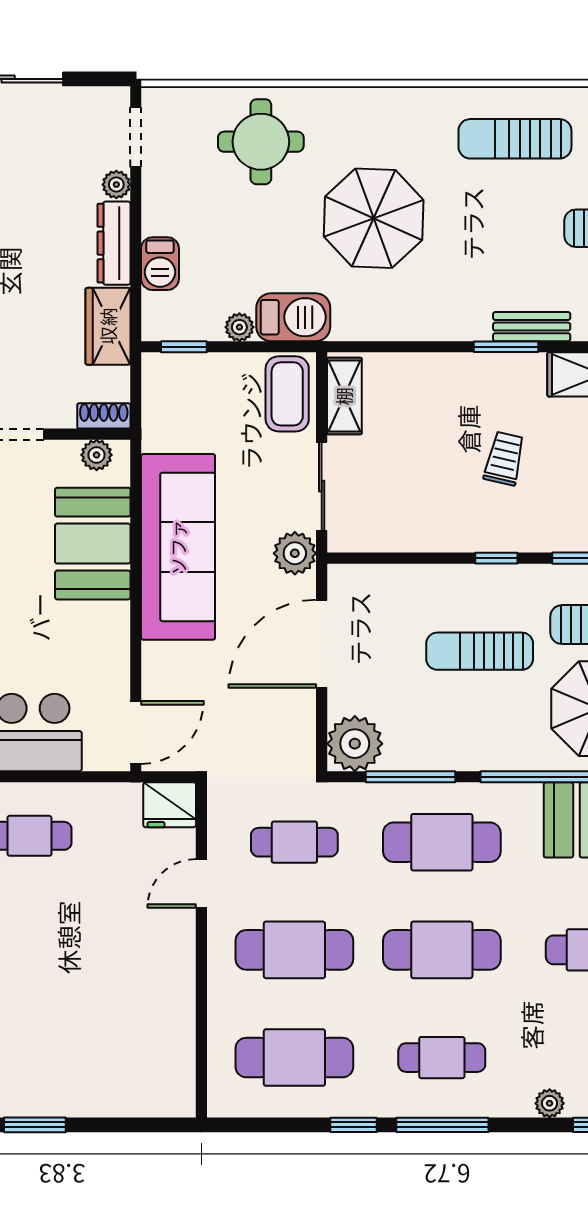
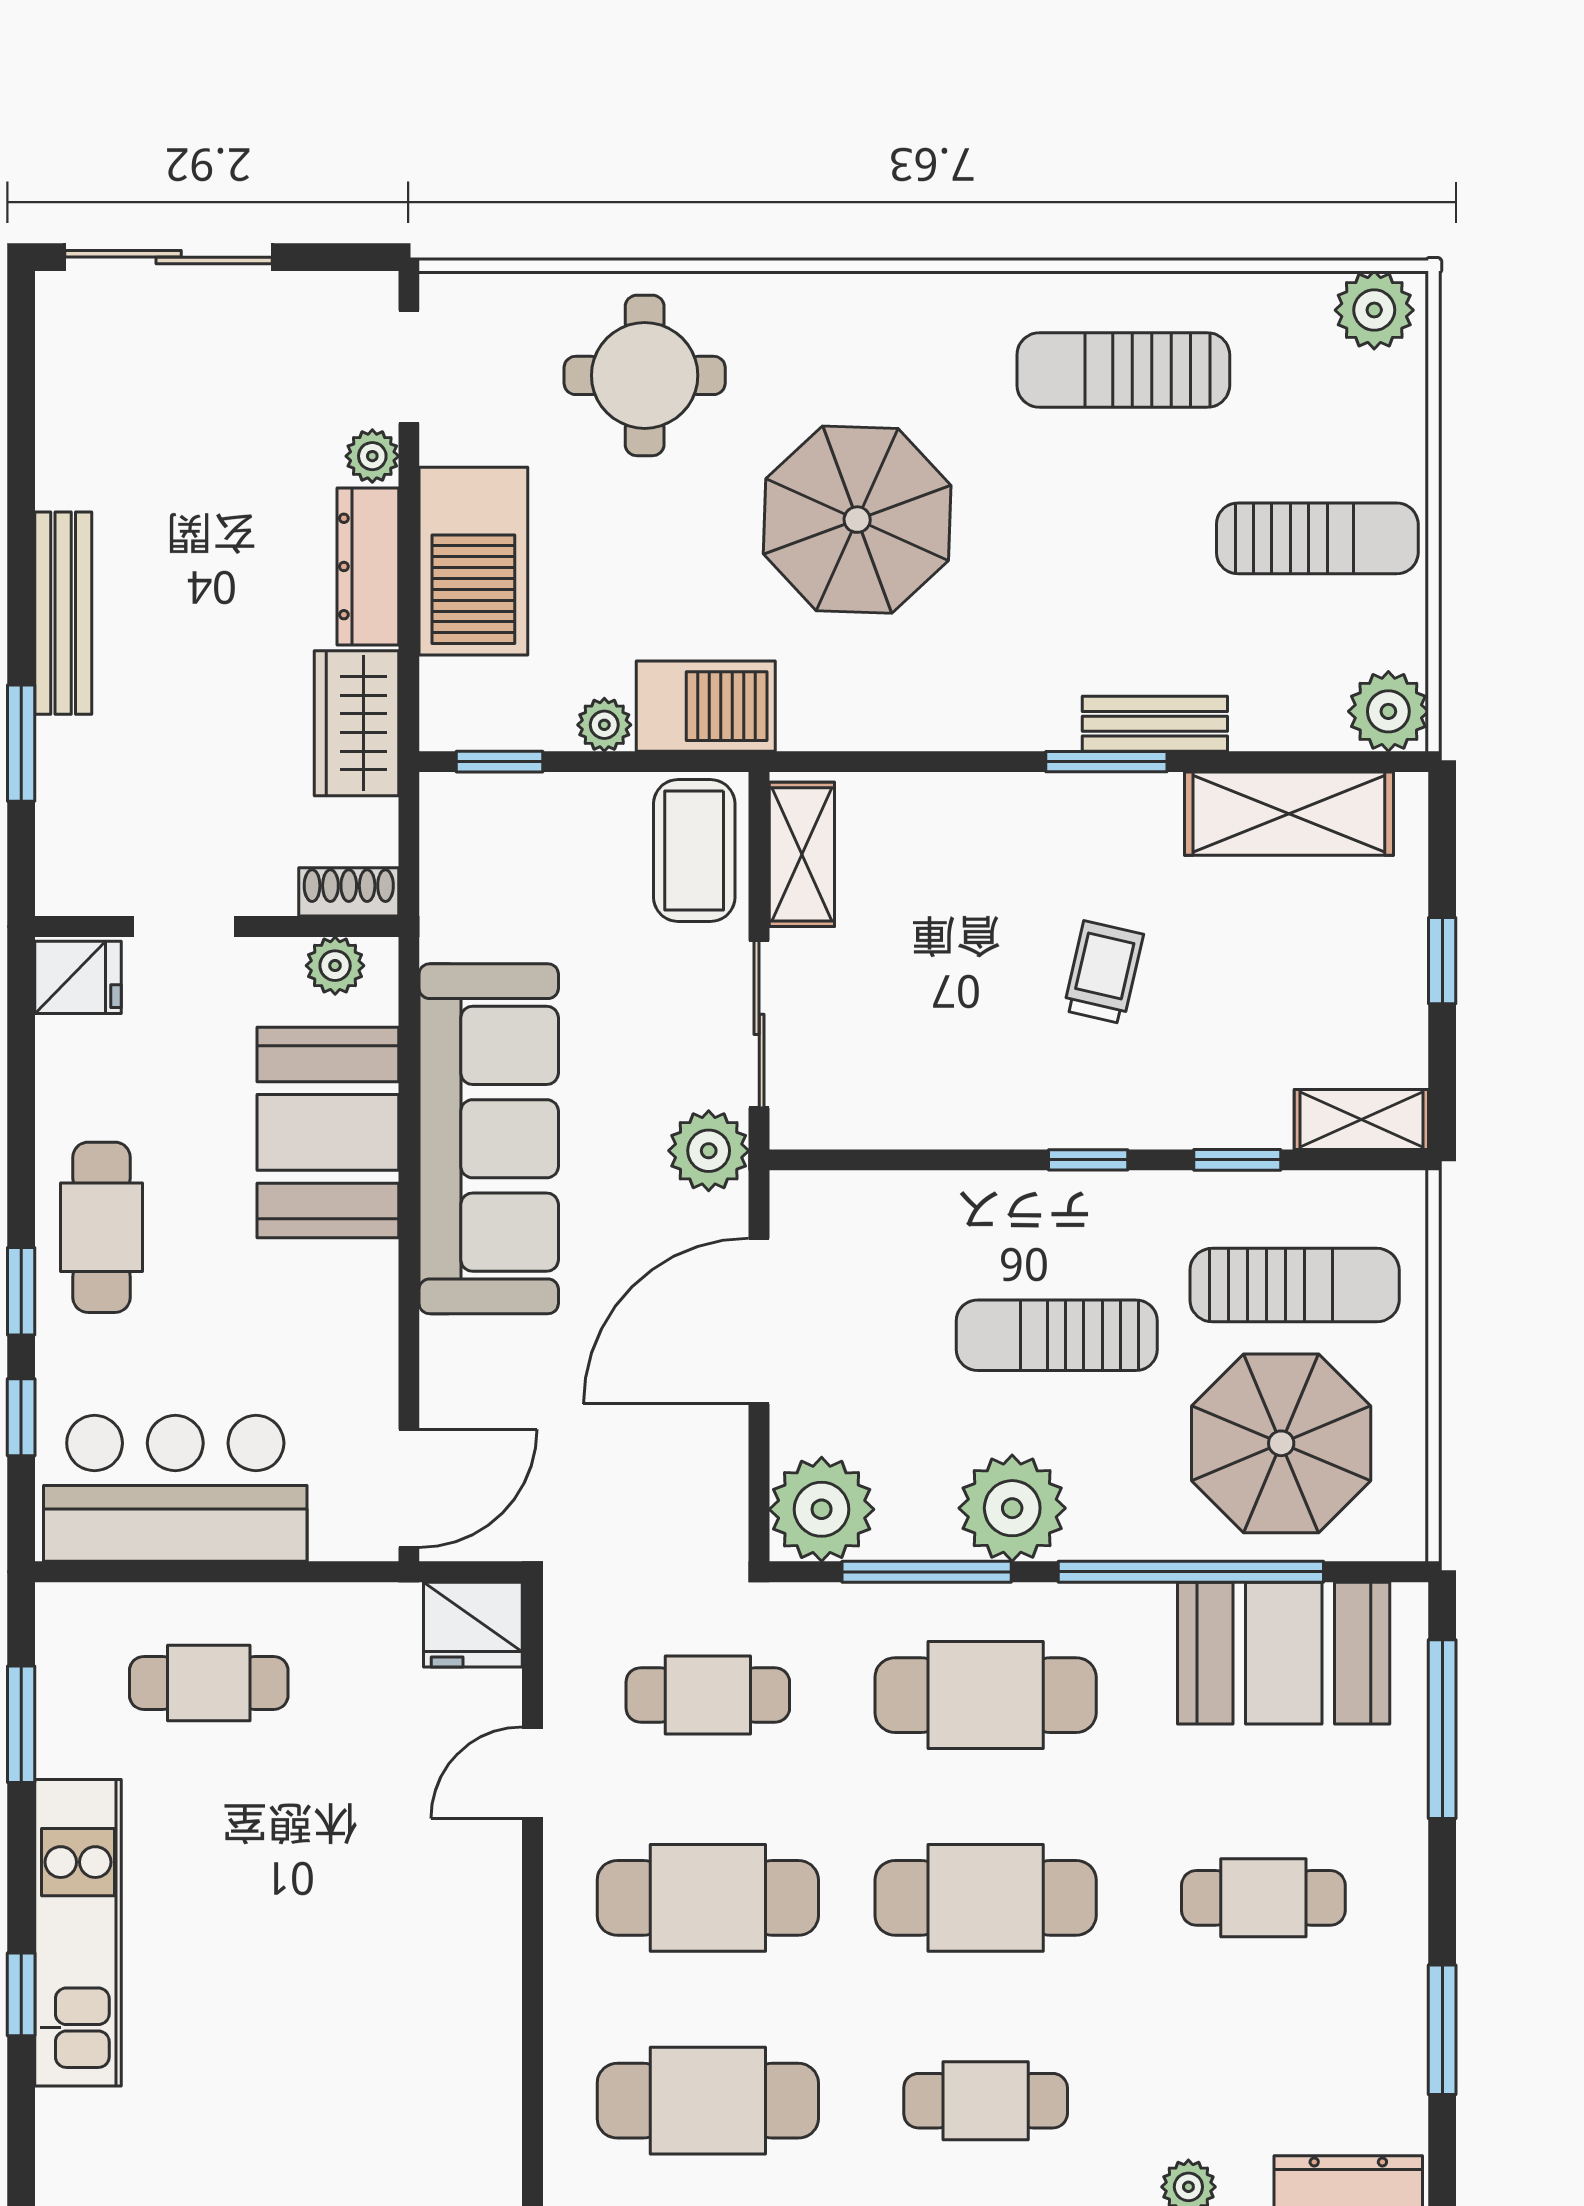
barbecue: (160, 264) -> (473, 561), width x1.88, depth x1.53
plant: (456, 743) -> (1012, 1508), added

